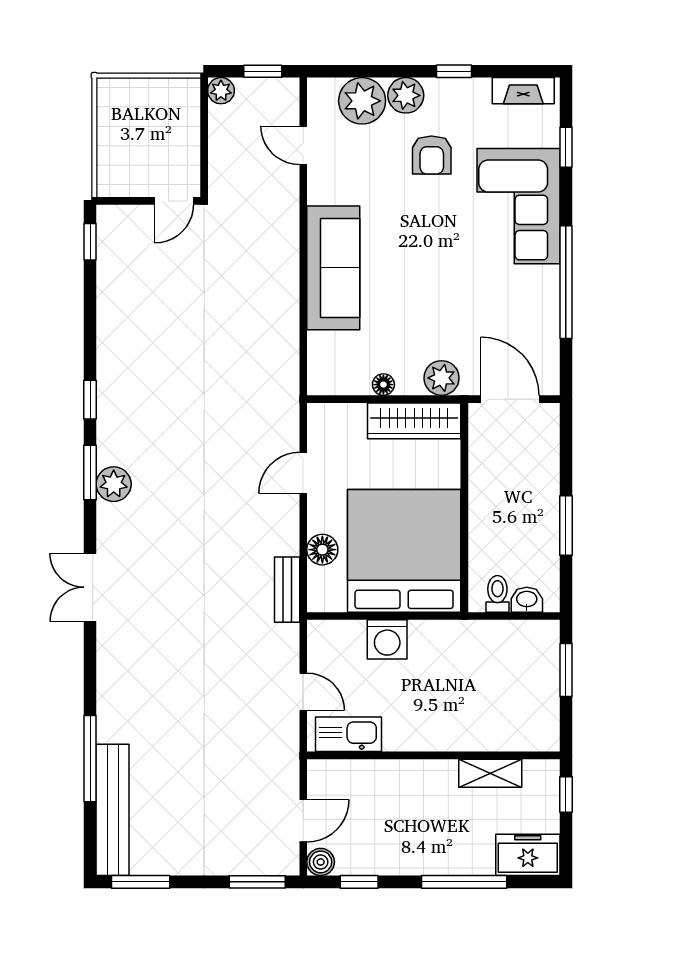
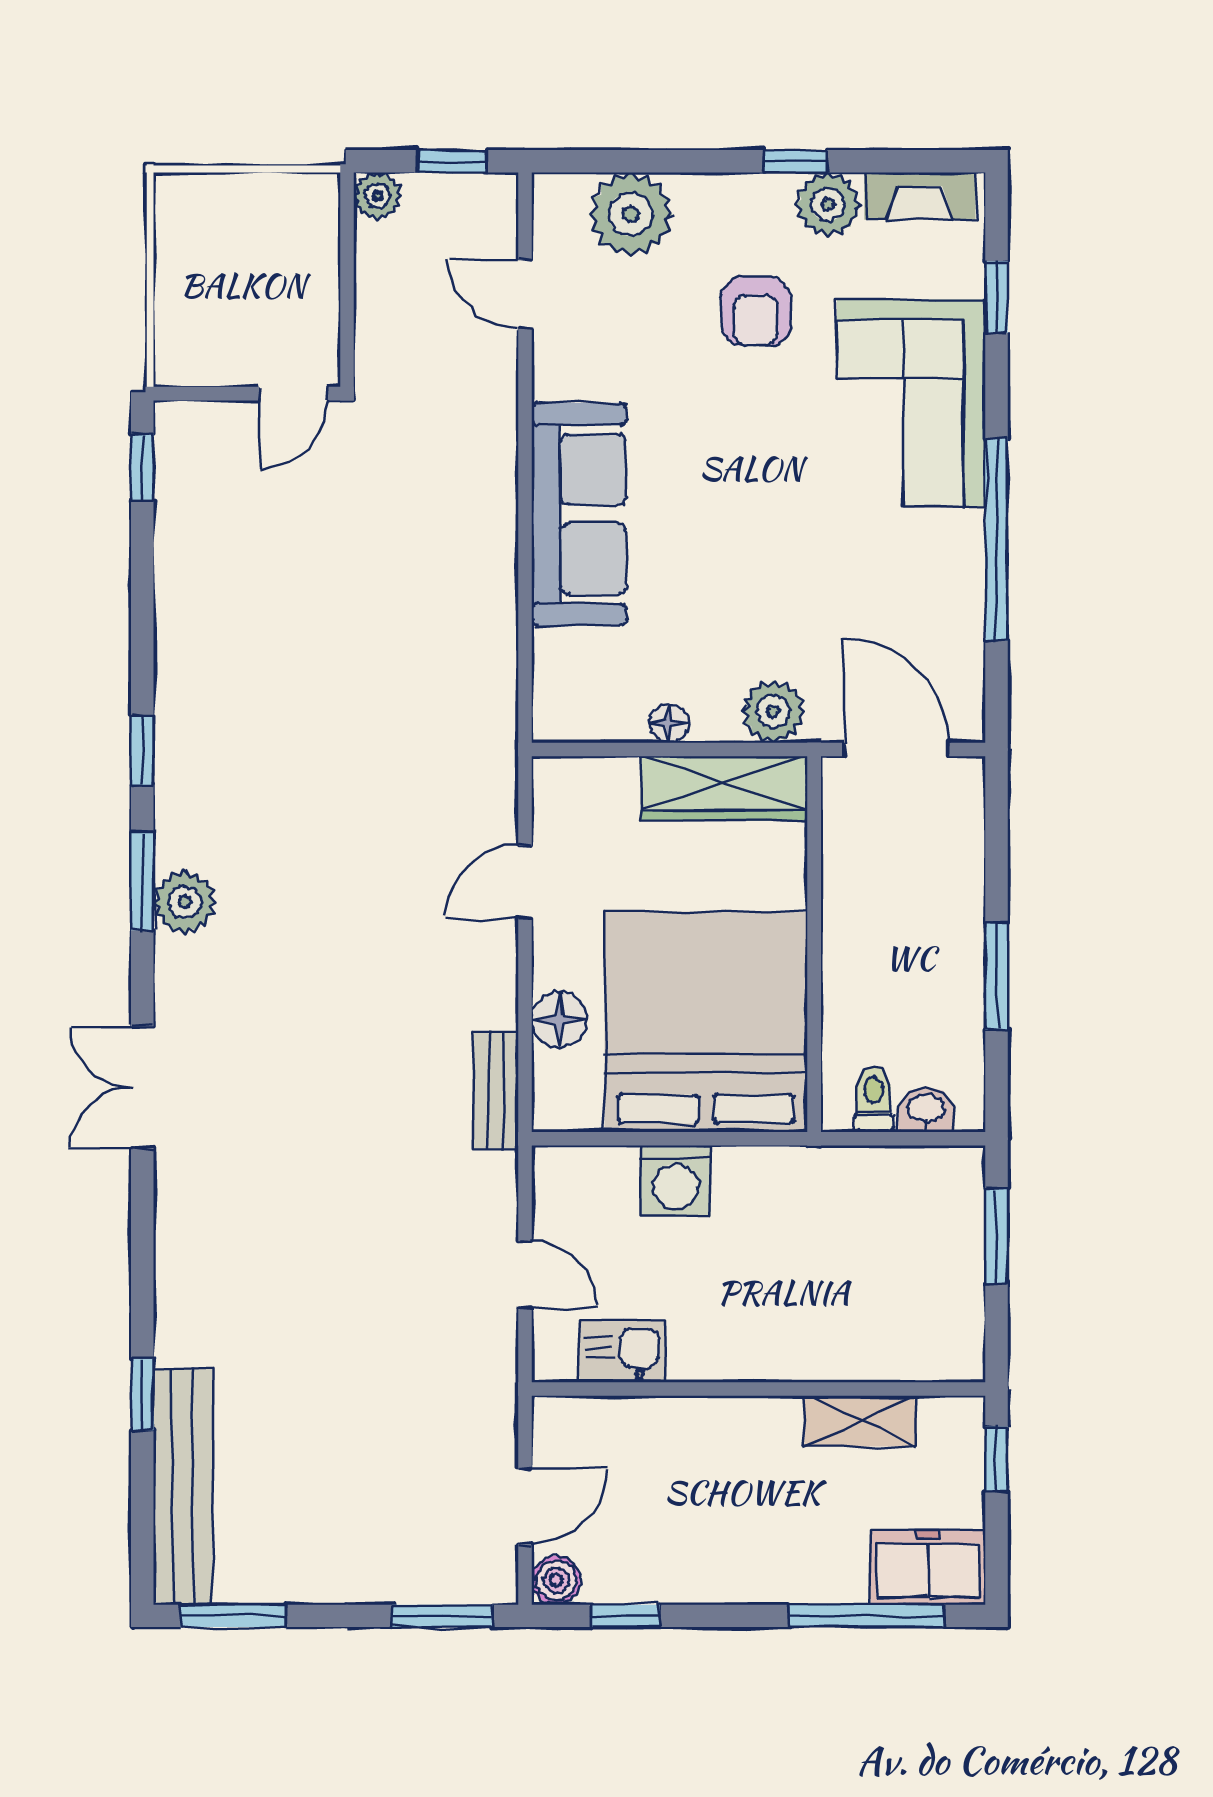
plant: (406, 95) -> (828, 204), moved
kitchen sink: (349, 734) -> (622, 1351), width x0.73
window: (90, 759) -> (142, 1395), width x0.46
window: (464, 882) -> (867, 1616), moved

